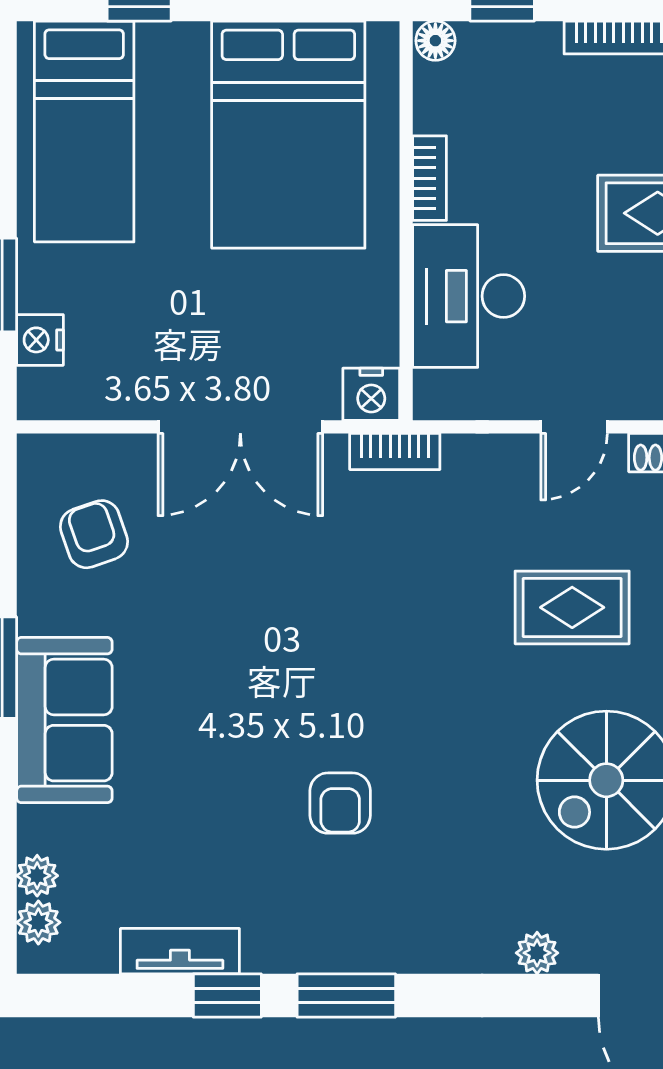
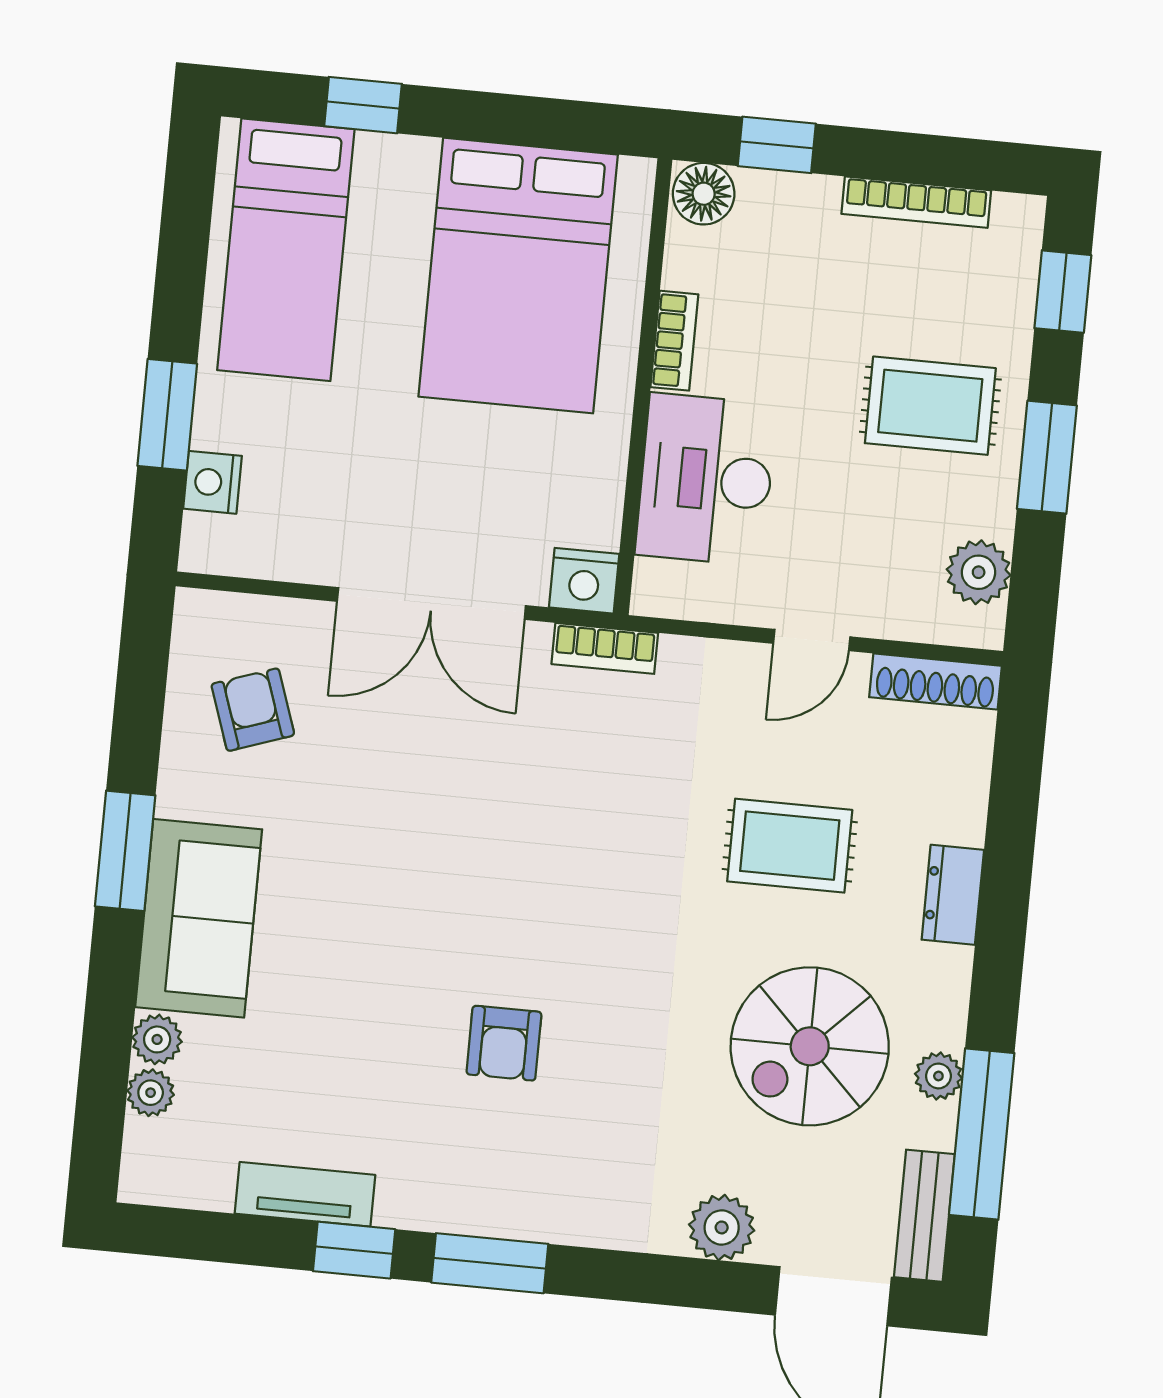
floor lamp: (435, 41) -> (704, 194), width x1.37, depth x1.37
plant: (38, 922) -> (157, 1039), moved
plant: (537, 953) -> (722, 1227), width x1.38, depth x1.38

